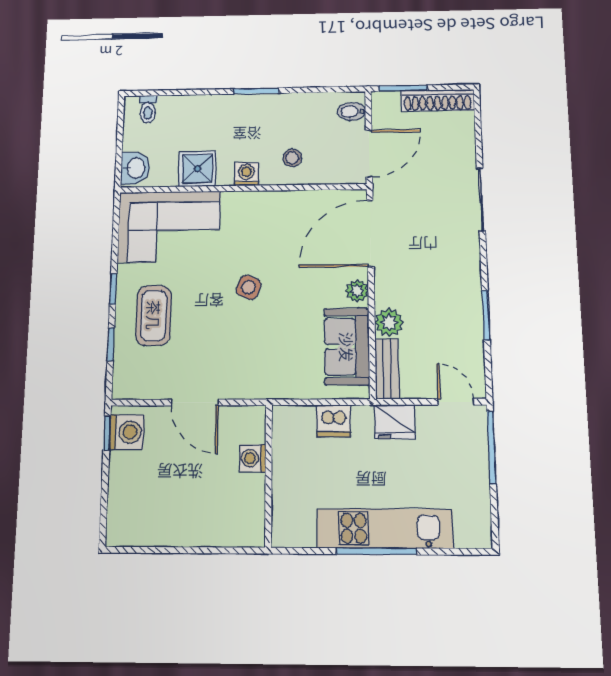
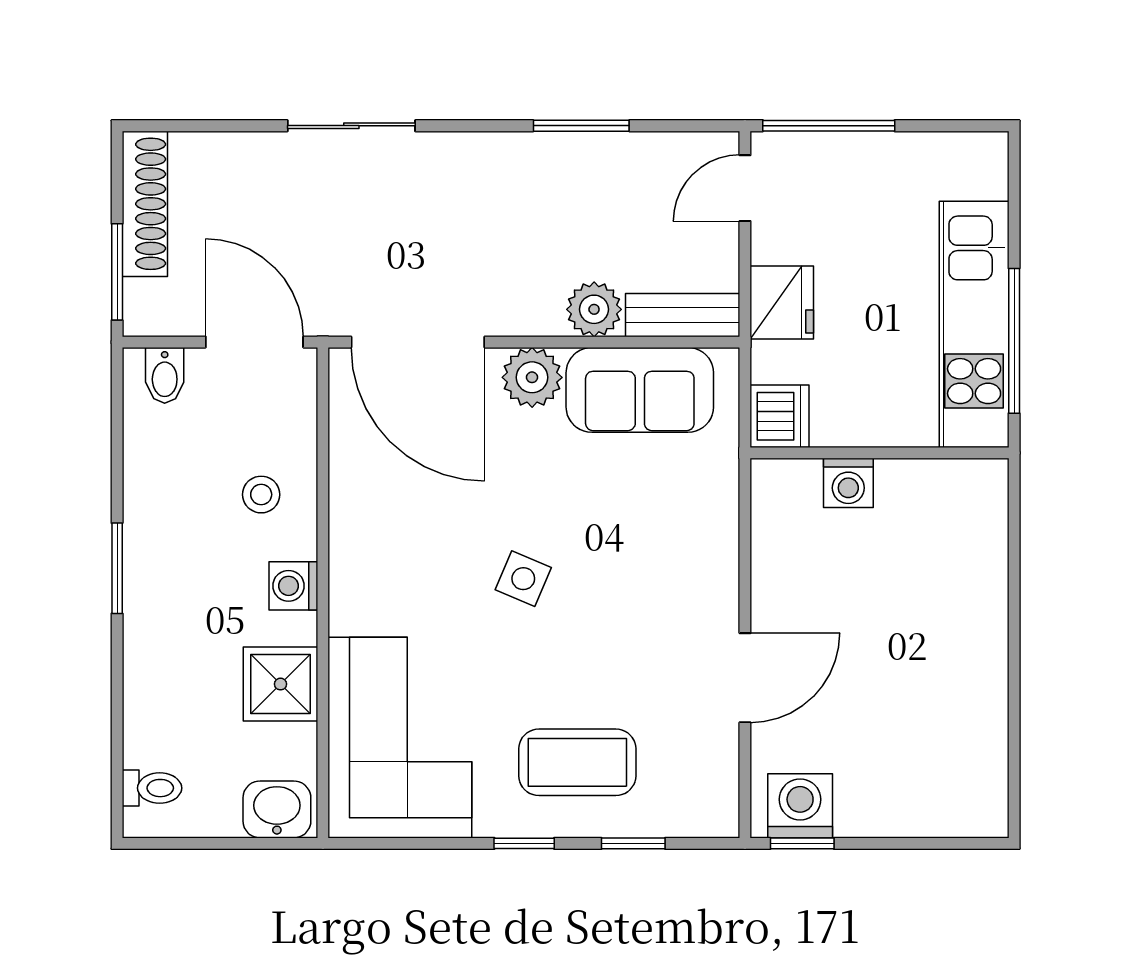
plant: (357, 291) -> (532, 377), width x1.38, depth x1.38
washing machine: (253, 458) -> (848, 483), moved
wall: (268, 475) -> (879, 453), moved

